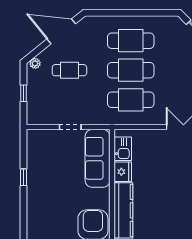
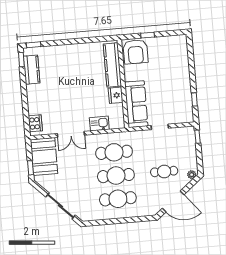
window: (24, 93) -> (198, 137), moved
kitchen sink: (123, 149) -> (99, 123), moved, turned 90
window: (24, 177) -> (194, 99), moved

